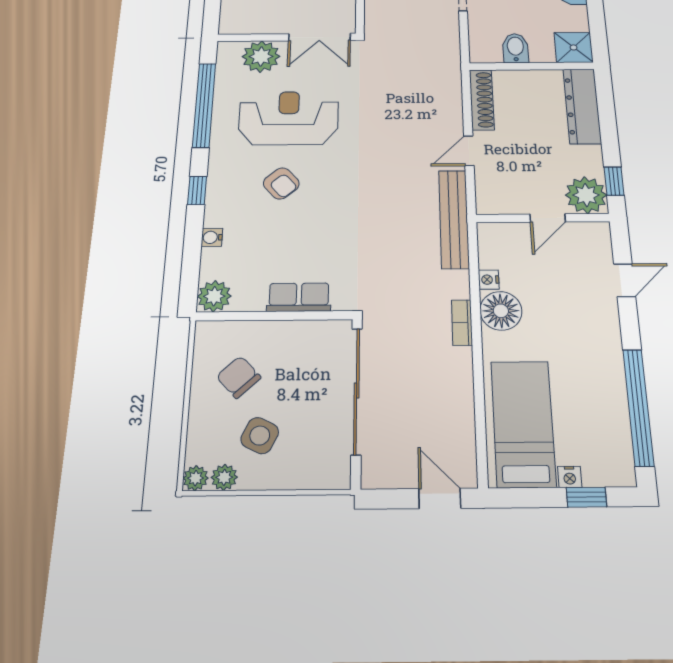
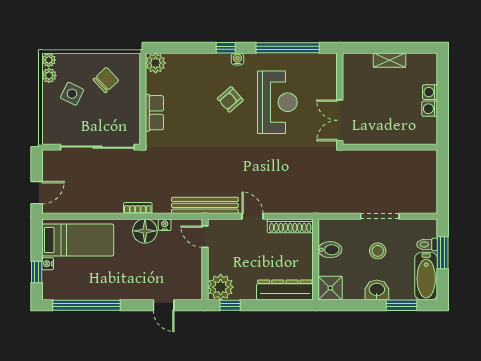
plant: (261, 57) -> (325, 82), removed
door: (548, 218) -> (205, 237), moved
water cooler: (212, 237) -> (237, 59), moved

